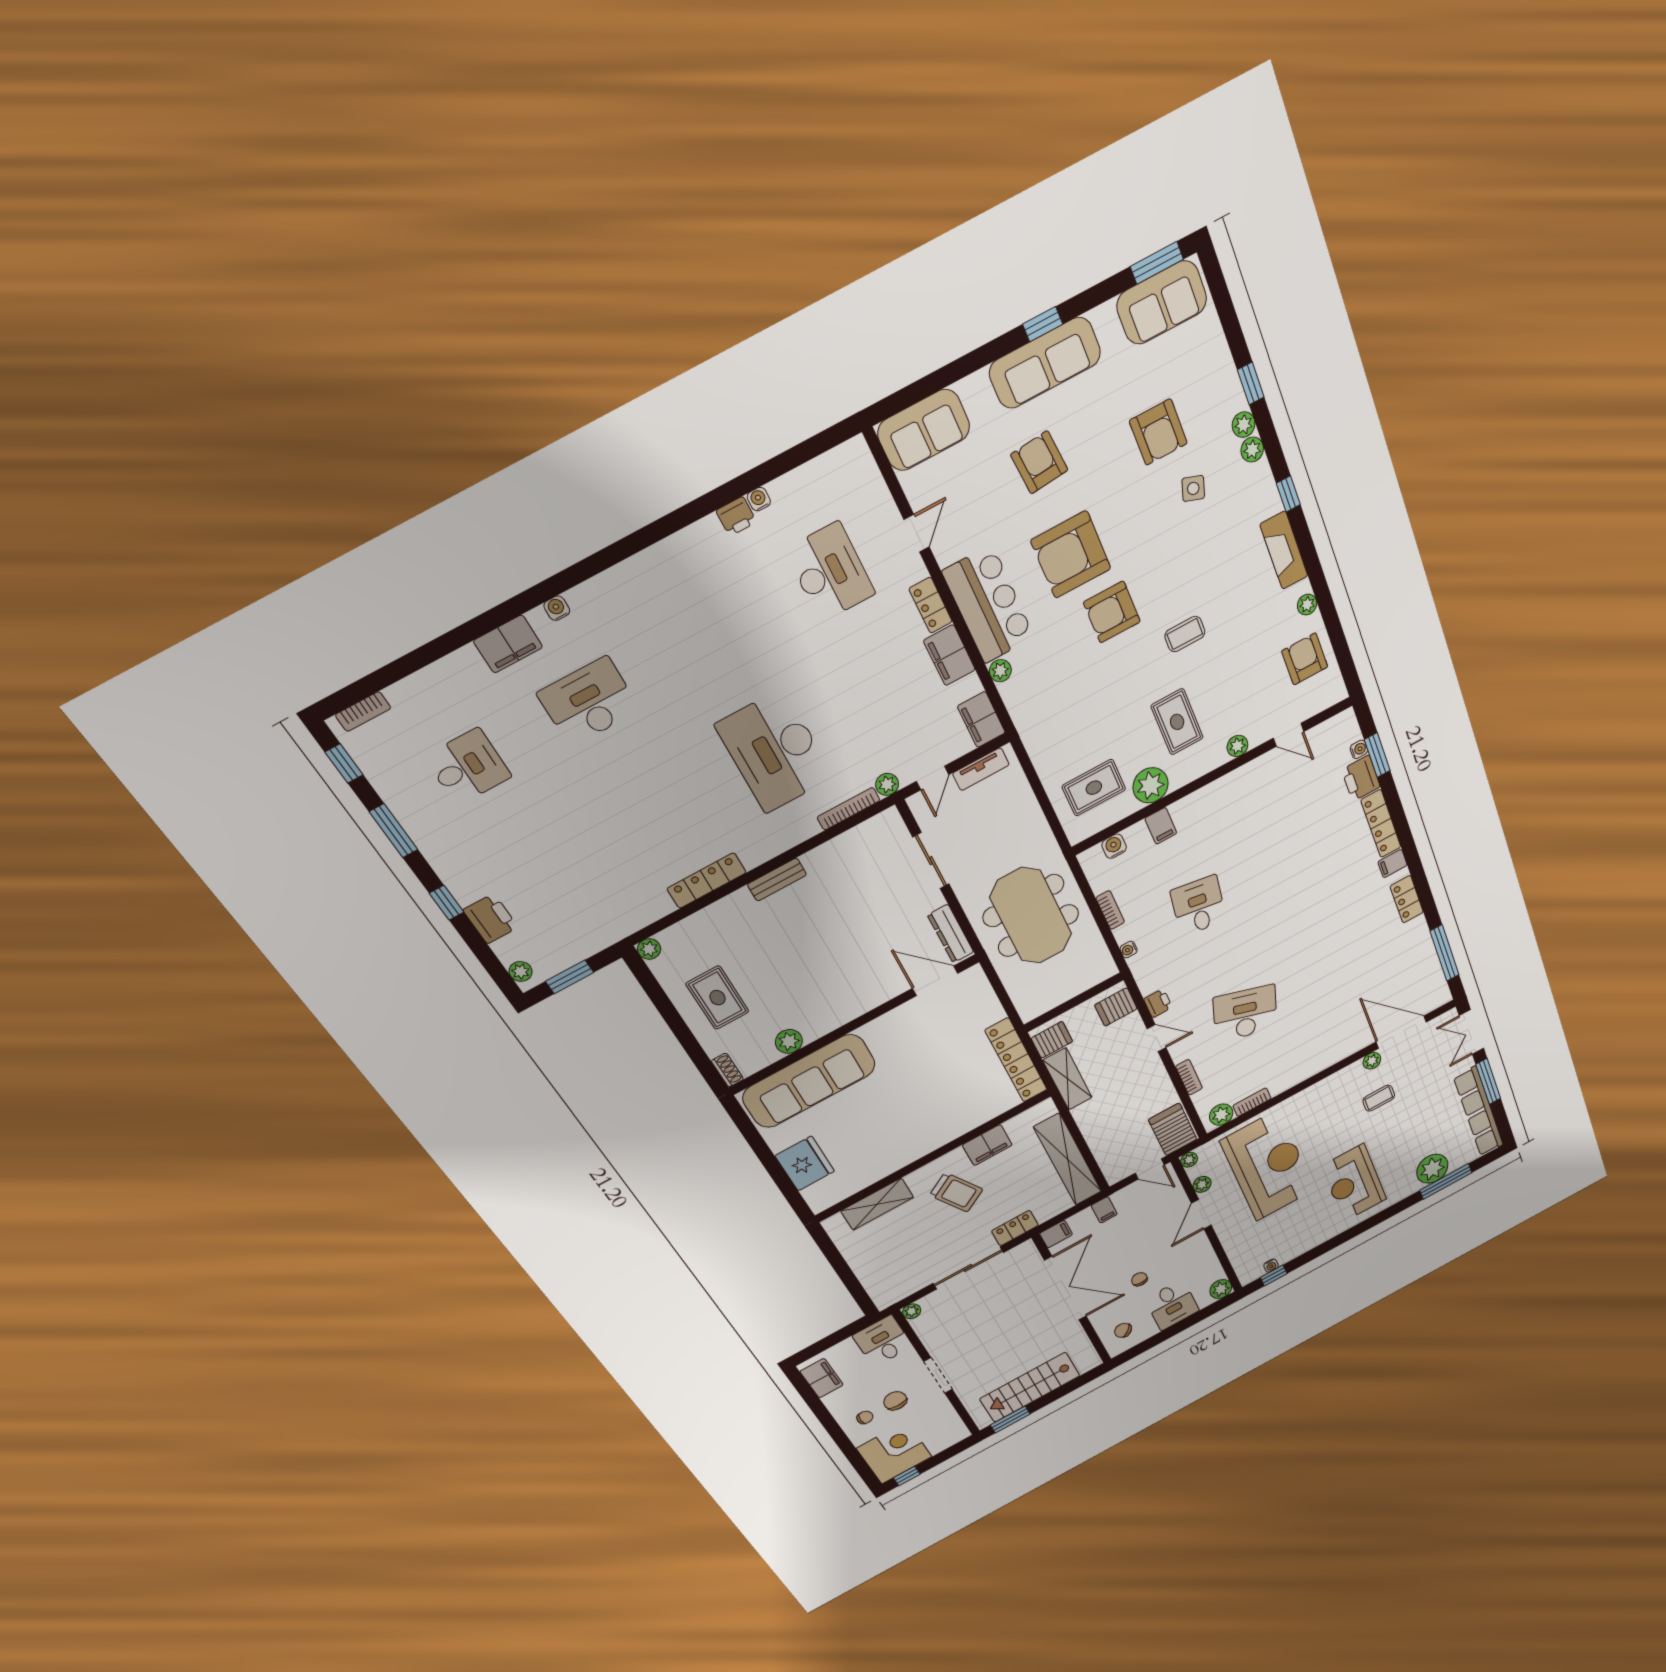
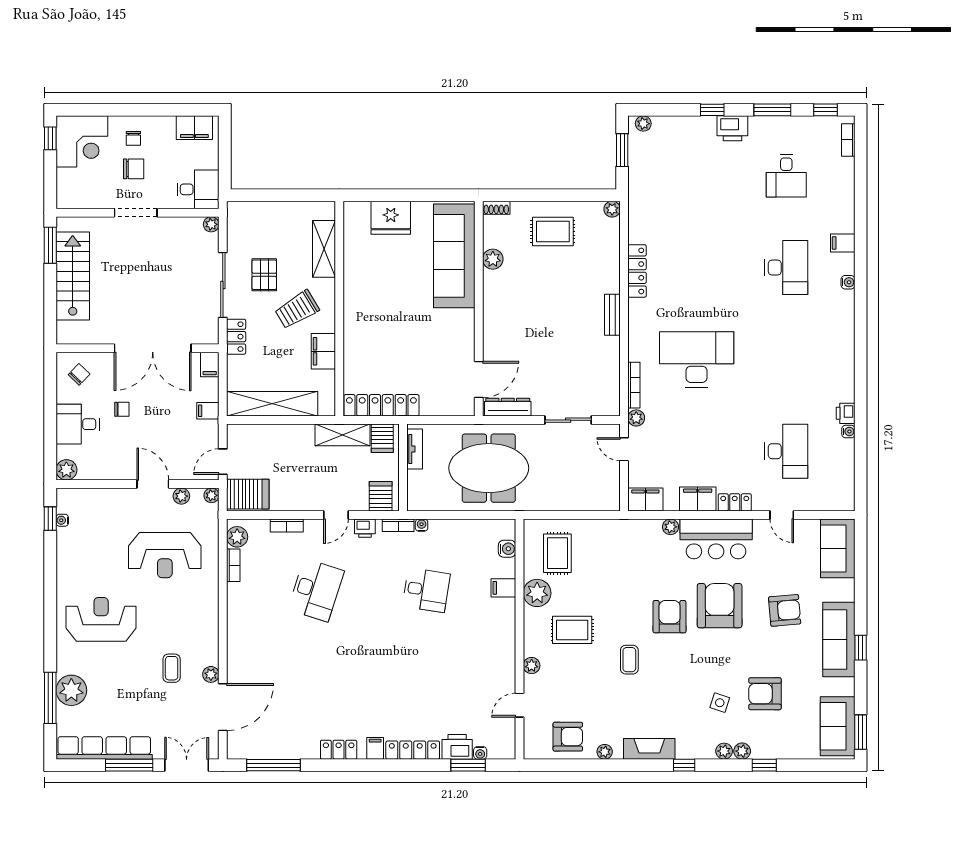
desk: (830, 572) -> (786, 451), turned -90
filing cabinet: (508, 644) -> (843, 243), width x0.50
tv unit: (981, 769) -> (415, 449), moved, turned 180
bookcase: (1110, 910) -> (398, 525), moved
printer: (491, 919) -> (732, 128), moved
reception desk: (1268, 1166) -> (165, 555), width x0.74, depth x0.77
pallet: (937, 1240) -> (264, 275), added

